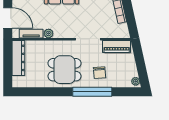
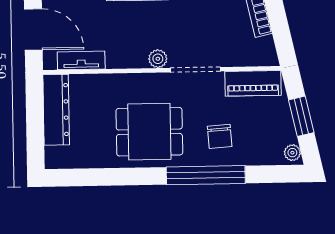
plant: (49, 33) -> (158, 59), moved
window: (140, 63) -> (301, 116), added

